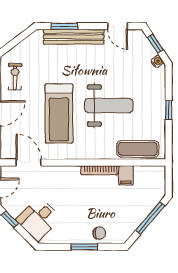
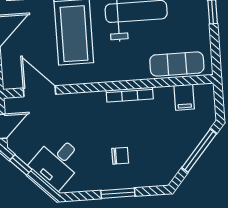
filing cabinet: (126, 175) -> (184, 97), moved
chair: (99, 233) -> (120, 156), moved

